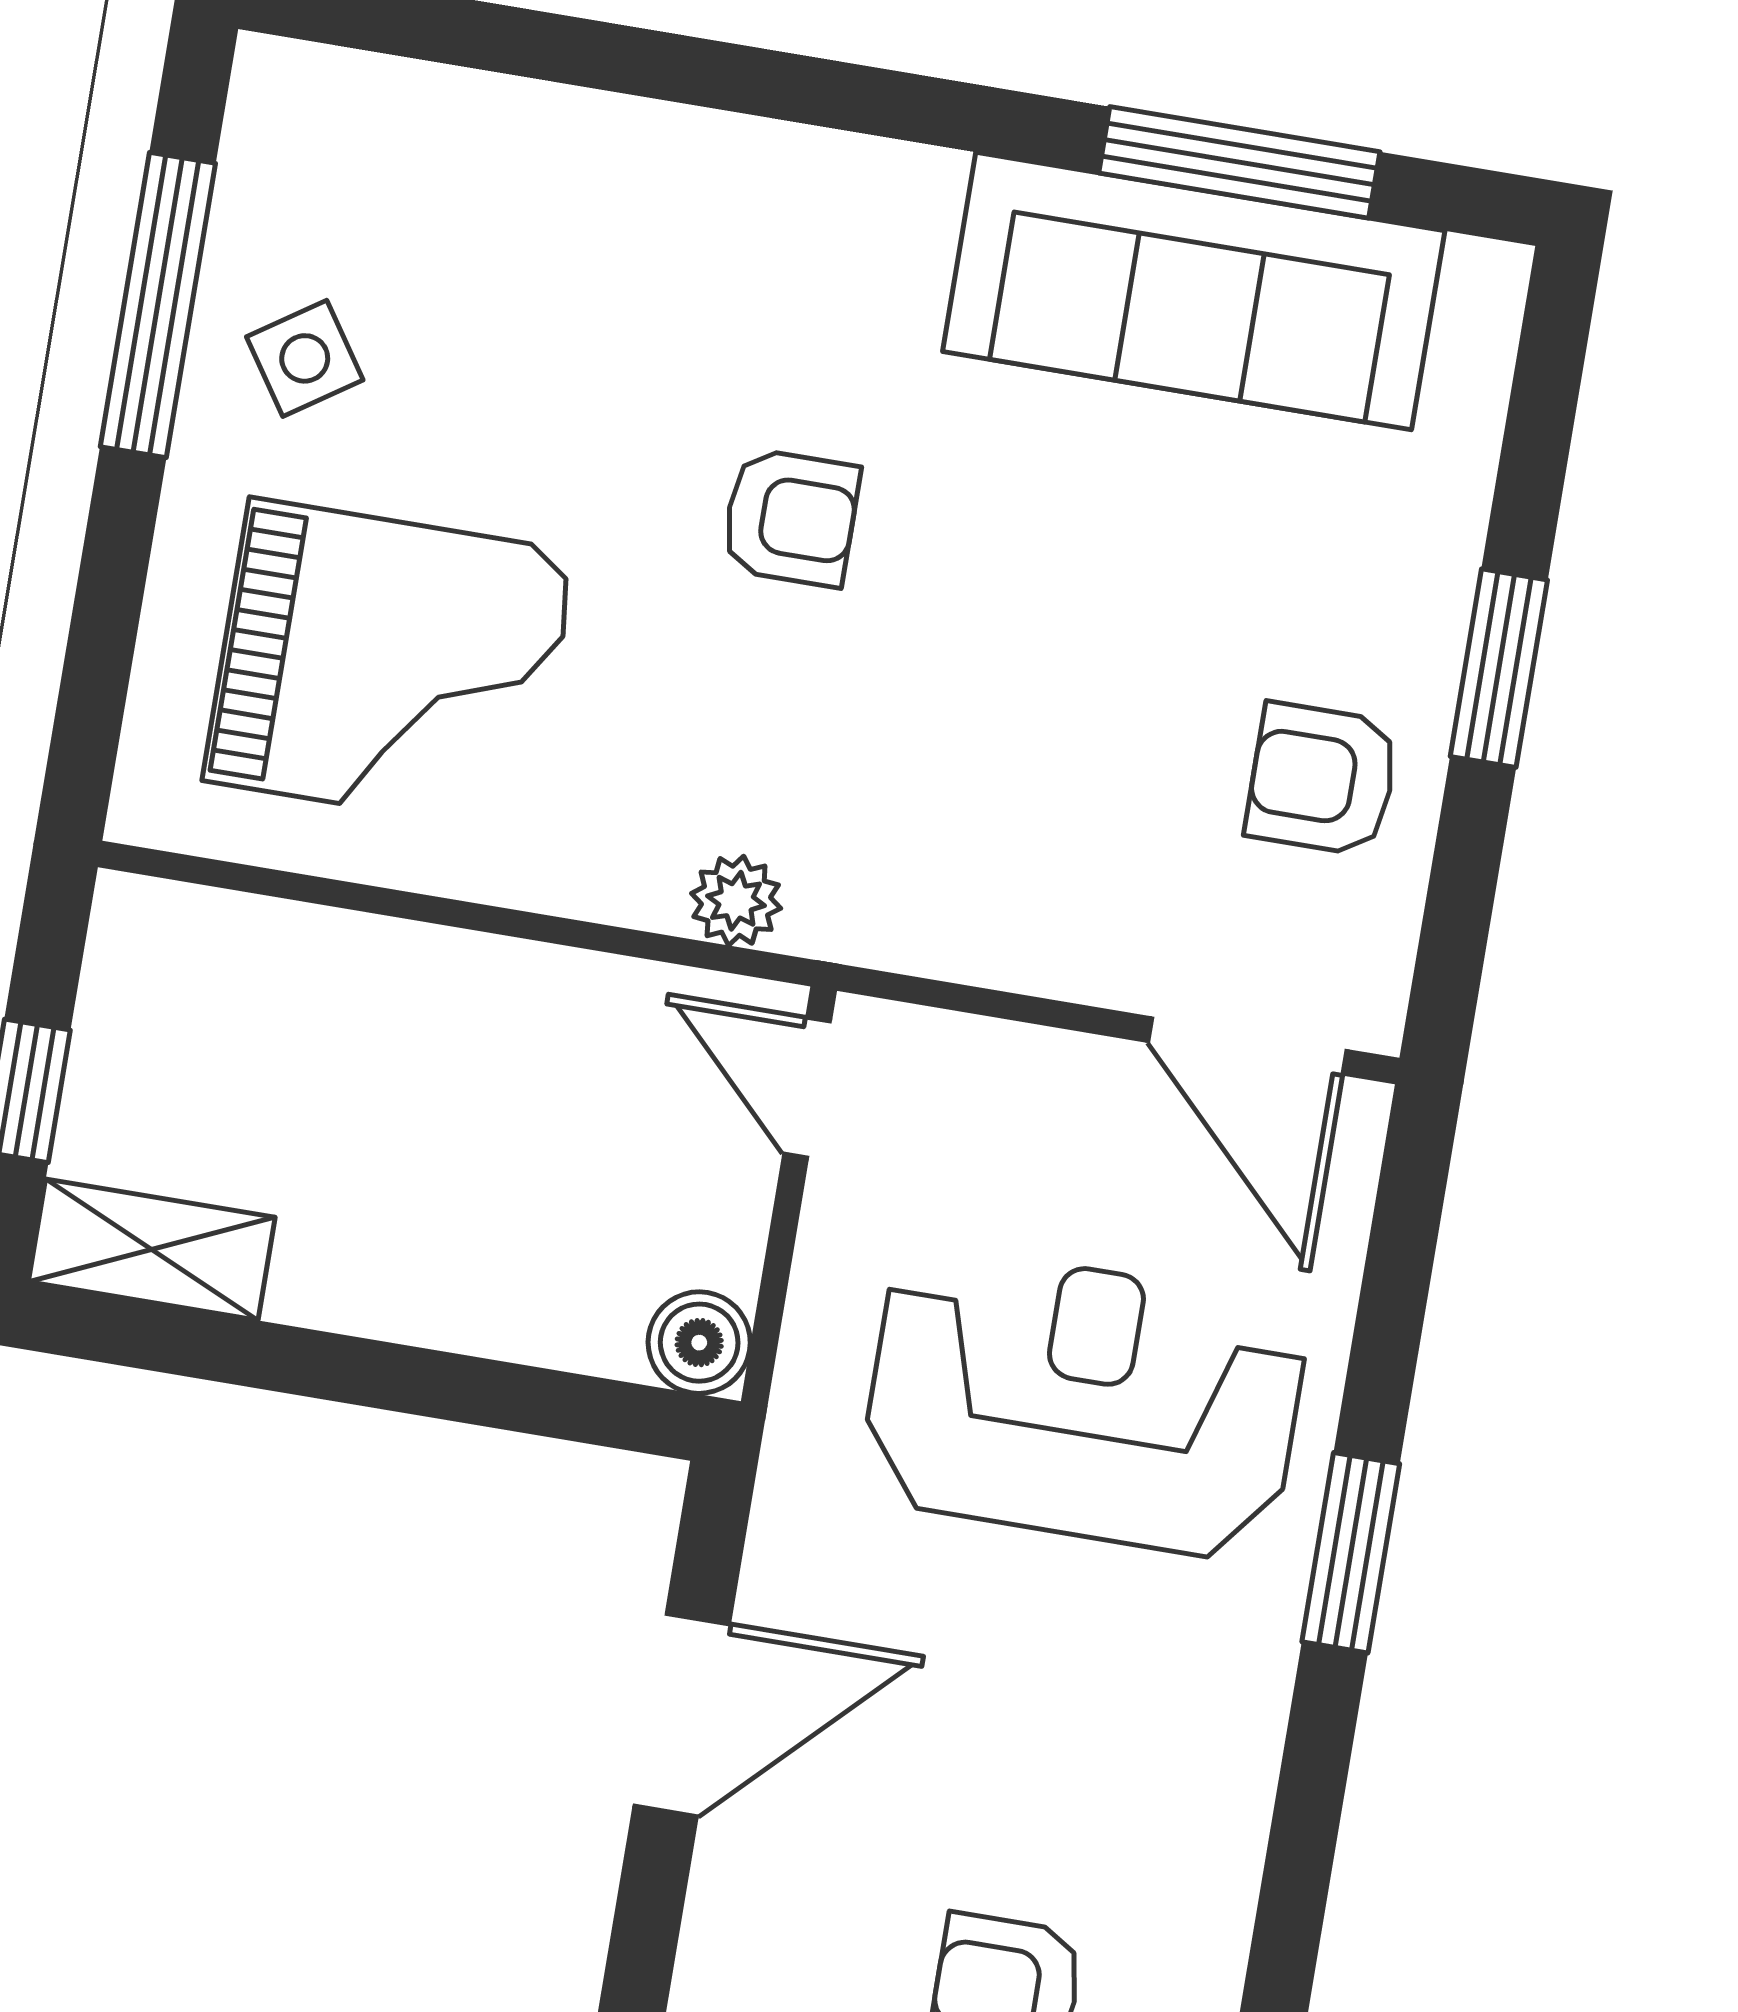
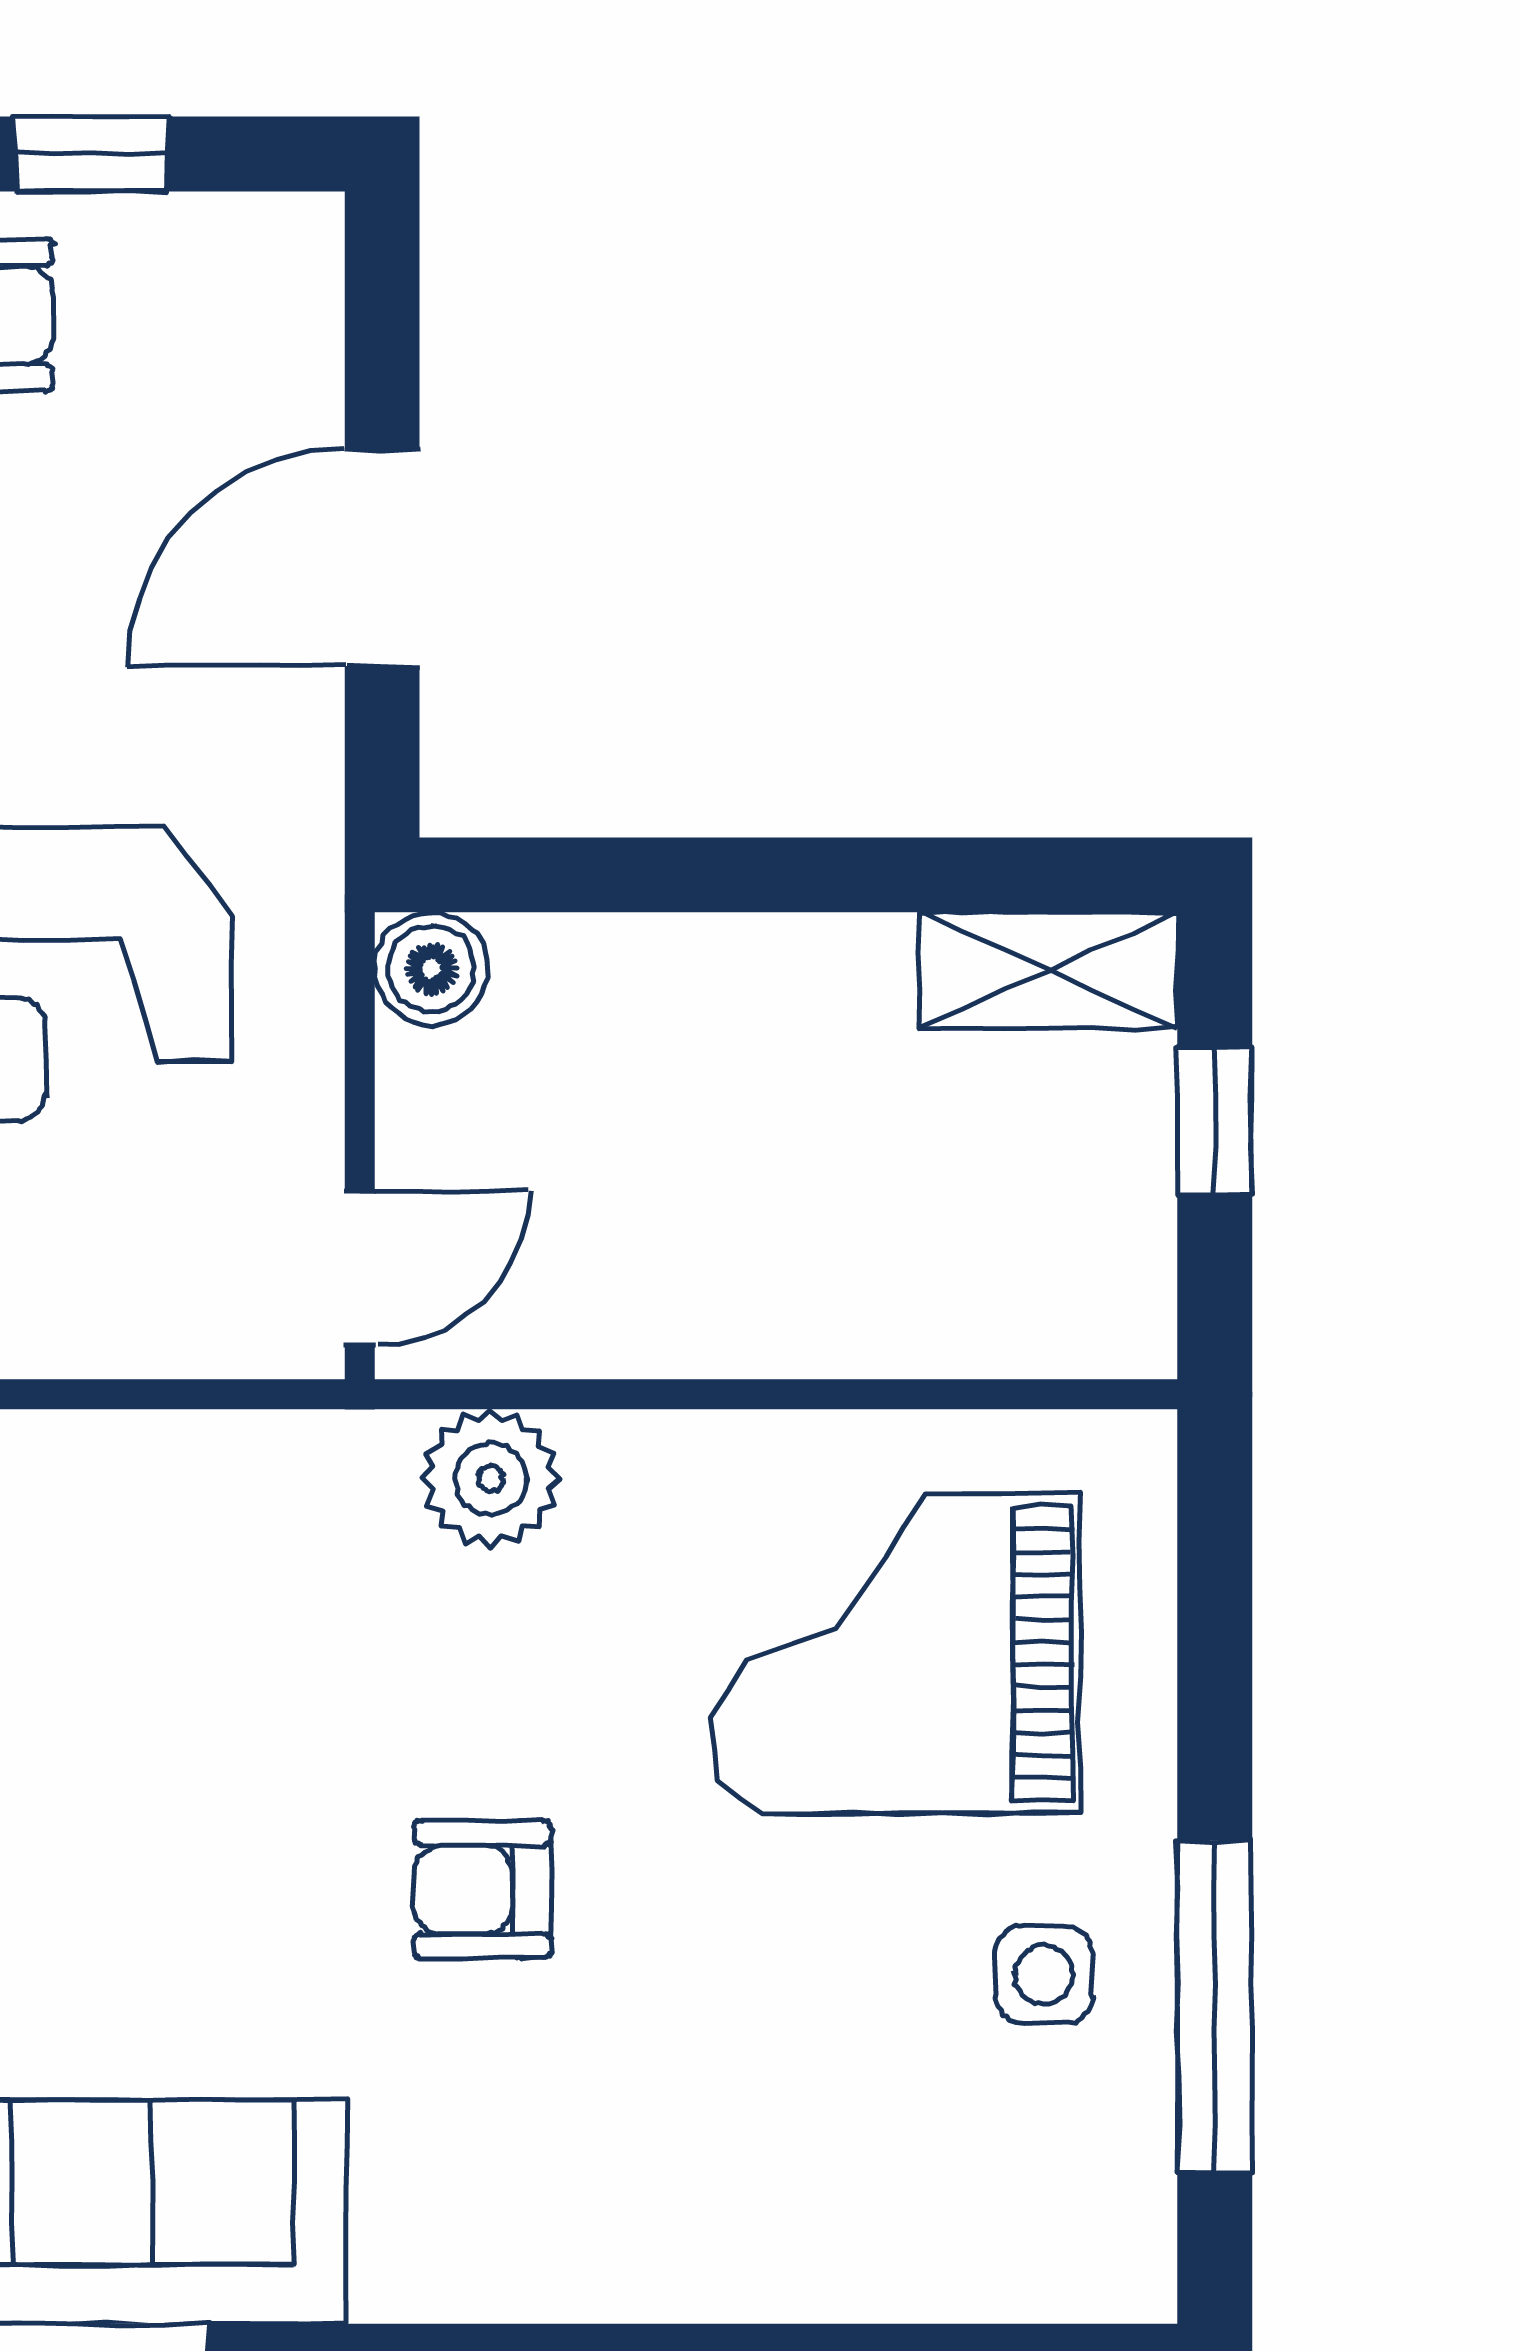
side table: (305, 358) -> (1044, 1975), turned 34
plant: (736, 901) -> (491, 1479), width x1.38, depth x1.38
door: (807, 1088) -> (360, 1268), hinge flipped

